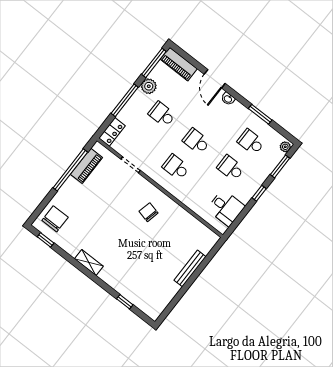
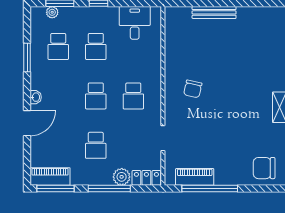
piano: (179, 64) -> (50, 177), moved, turned -90
plant: (149, 86) -> (122, 177), moved
plant: (285, 147) -> (52, 12), moved

